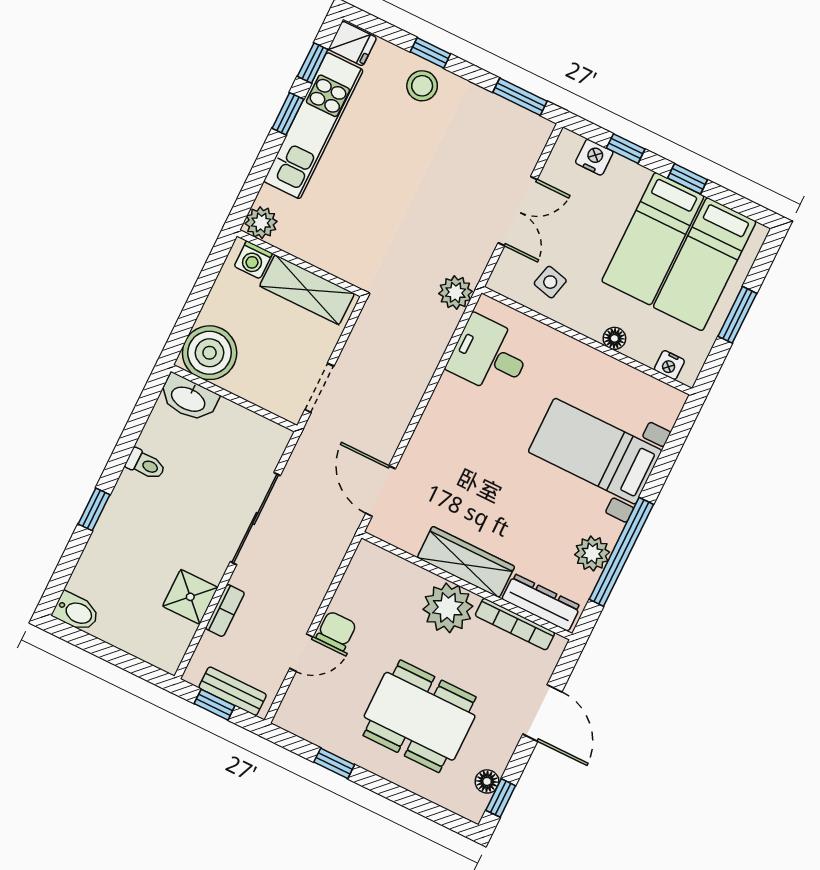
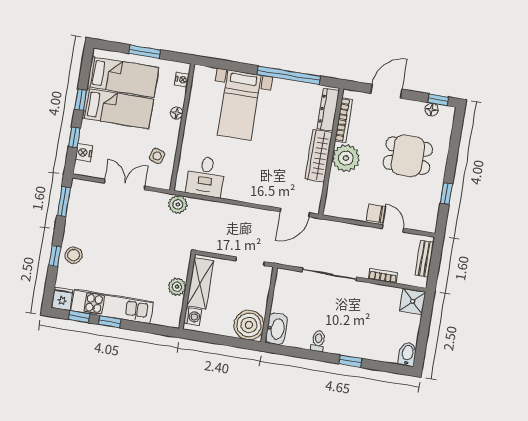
plant: (261, 223) -> (177, 287), moved
plant: (592, 553) -> (294, 90), removed
shower: (190, 597) -> (413, 301), moved
window: (215, 705) -> (434, 266), removed
dining table: (420, 716) -> (408, 156), width x0.73

